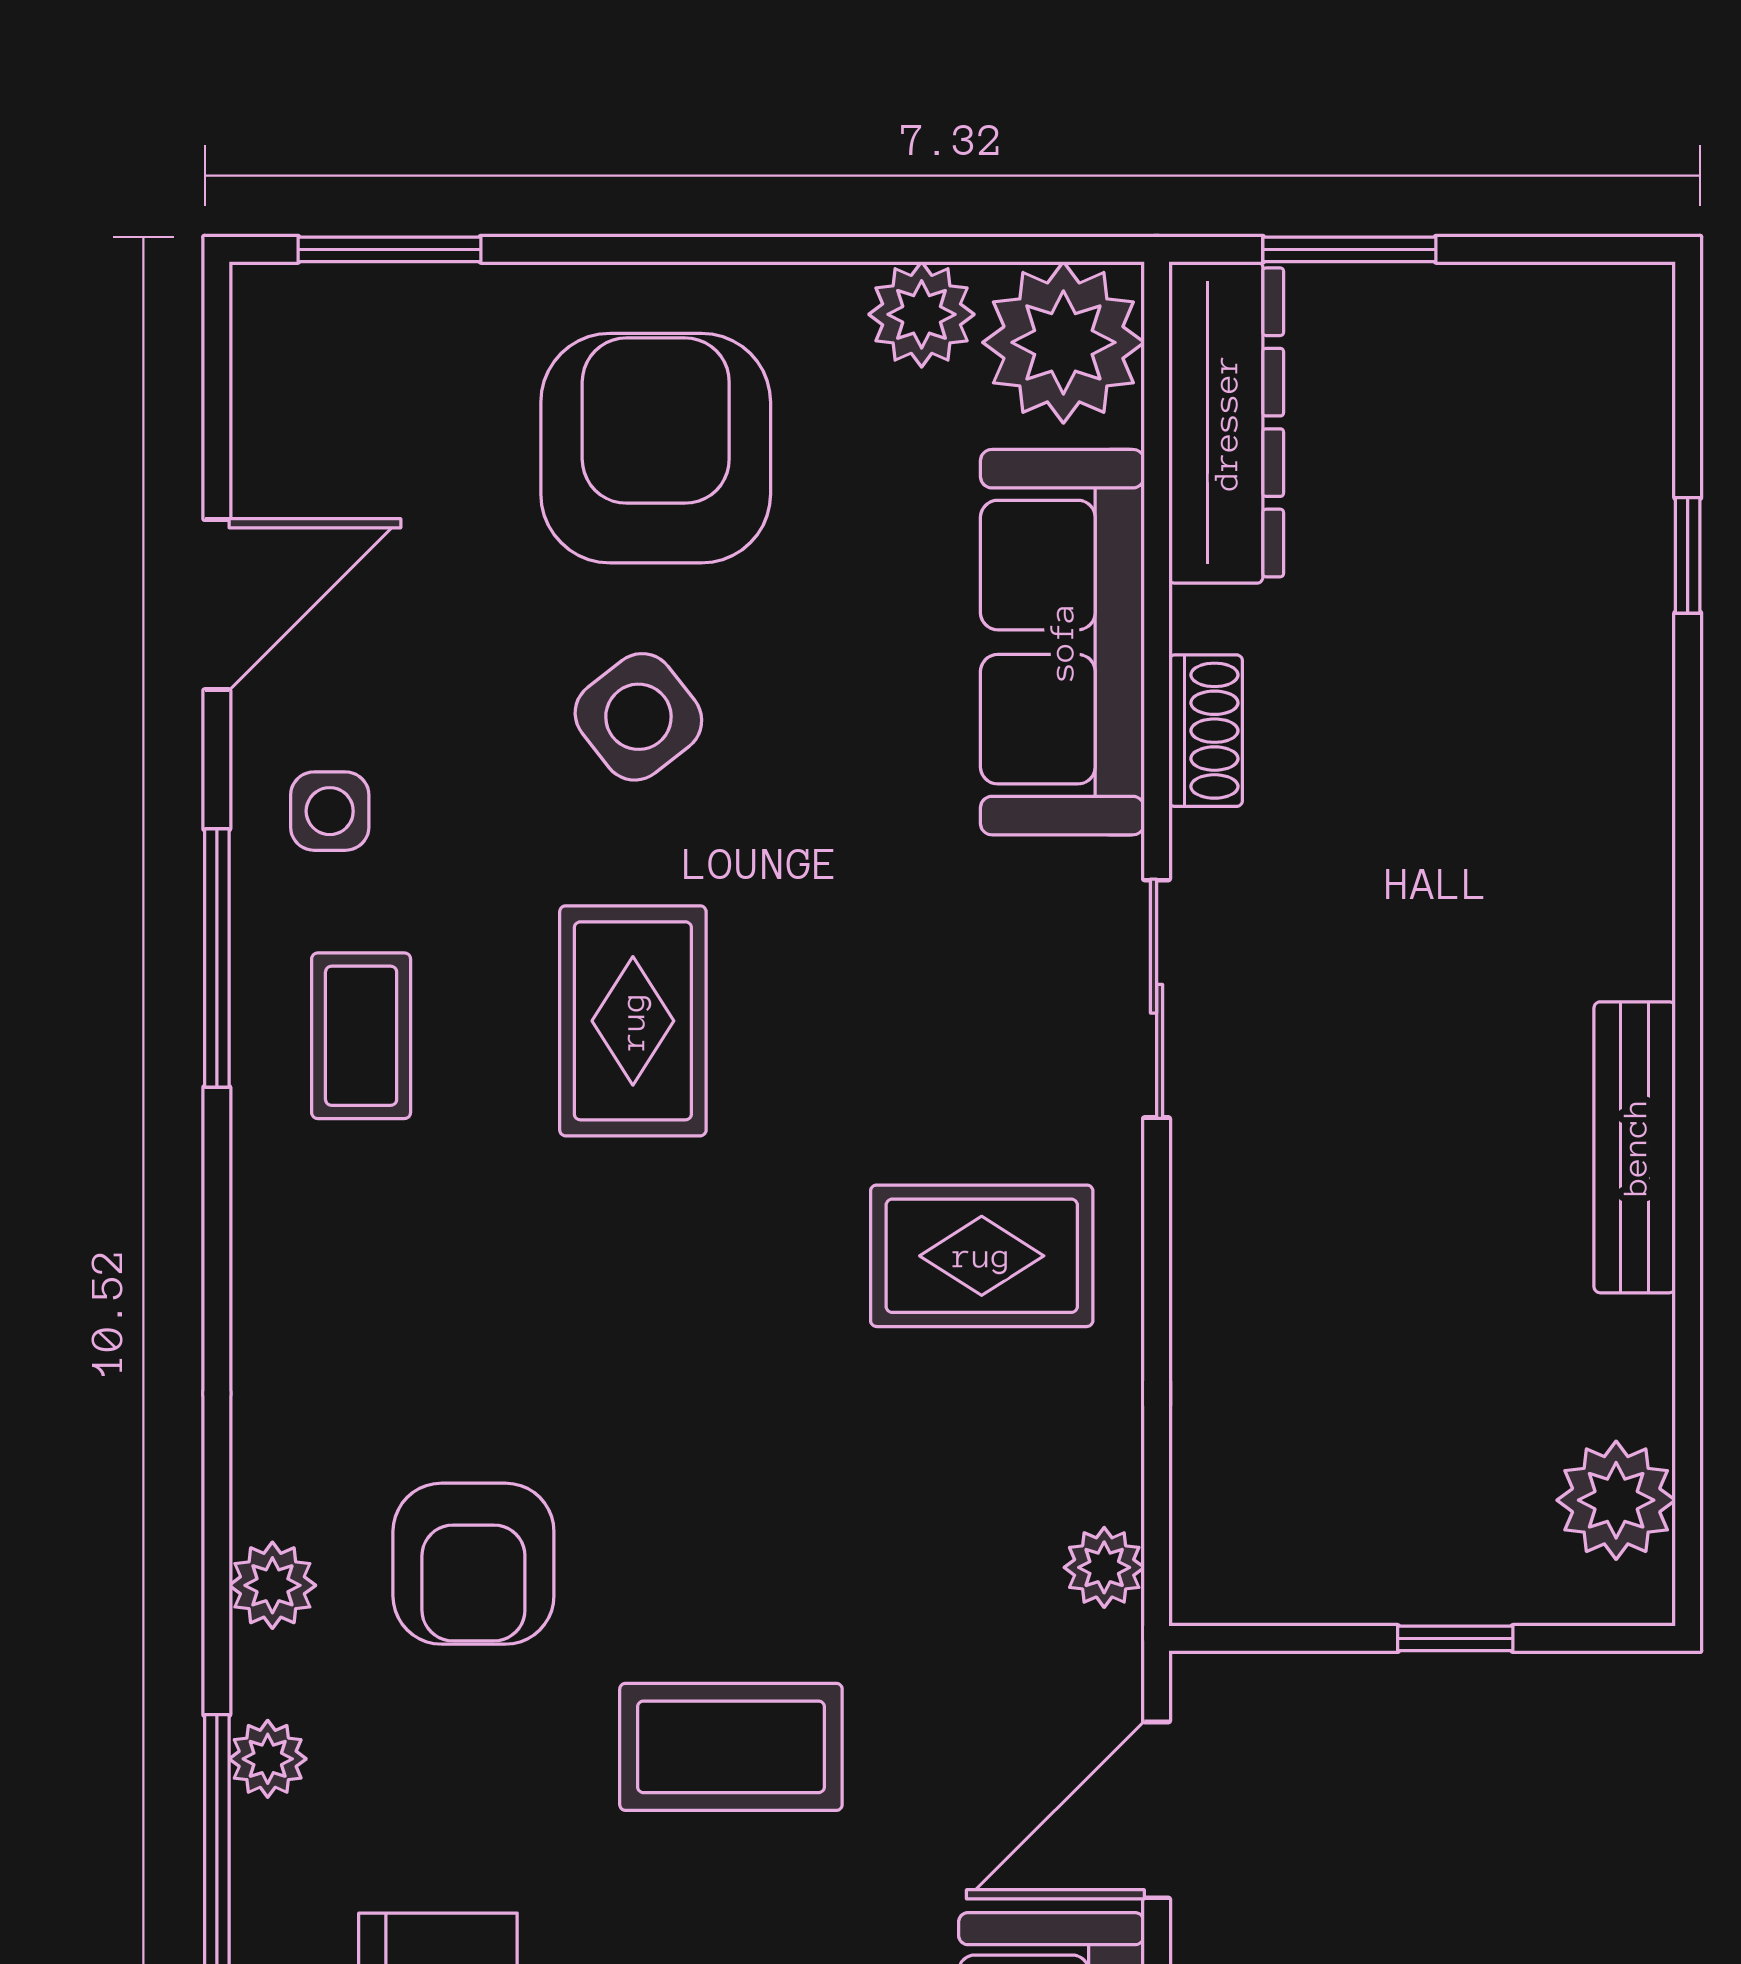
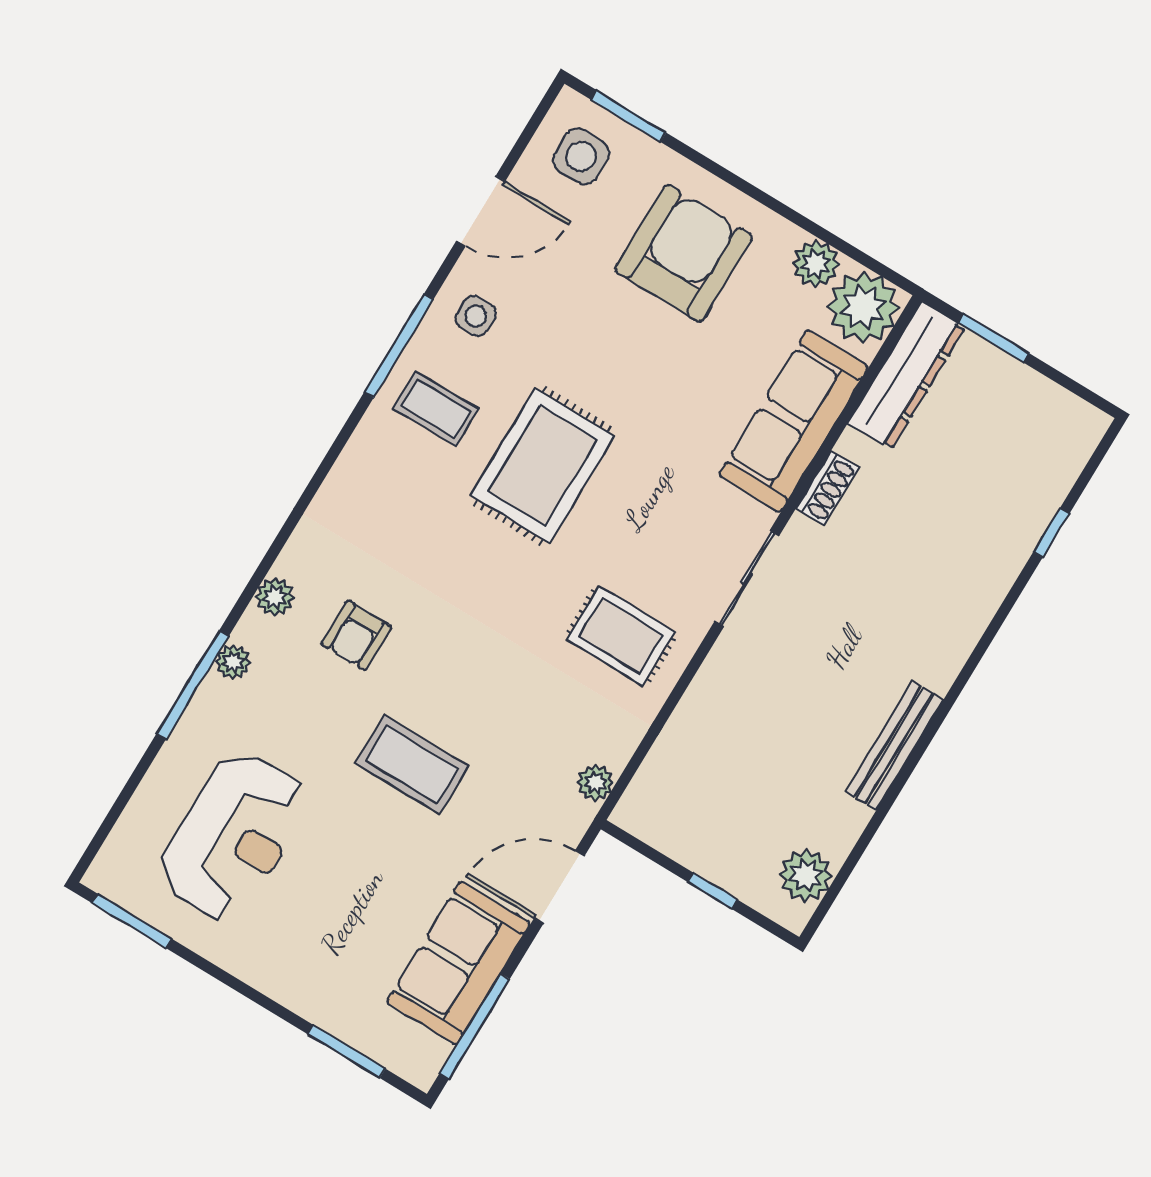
side table: (638, 717) -> (581, 156), moved, turned 38
rug: (633, 1021) -> (543, 466), width x1.36, depth x1.43
coffee table: (361, 1036) -> (436, 409), turned 90
armchair: (473, 1564) -> (356, 635), width x0.72, depth x0.72

